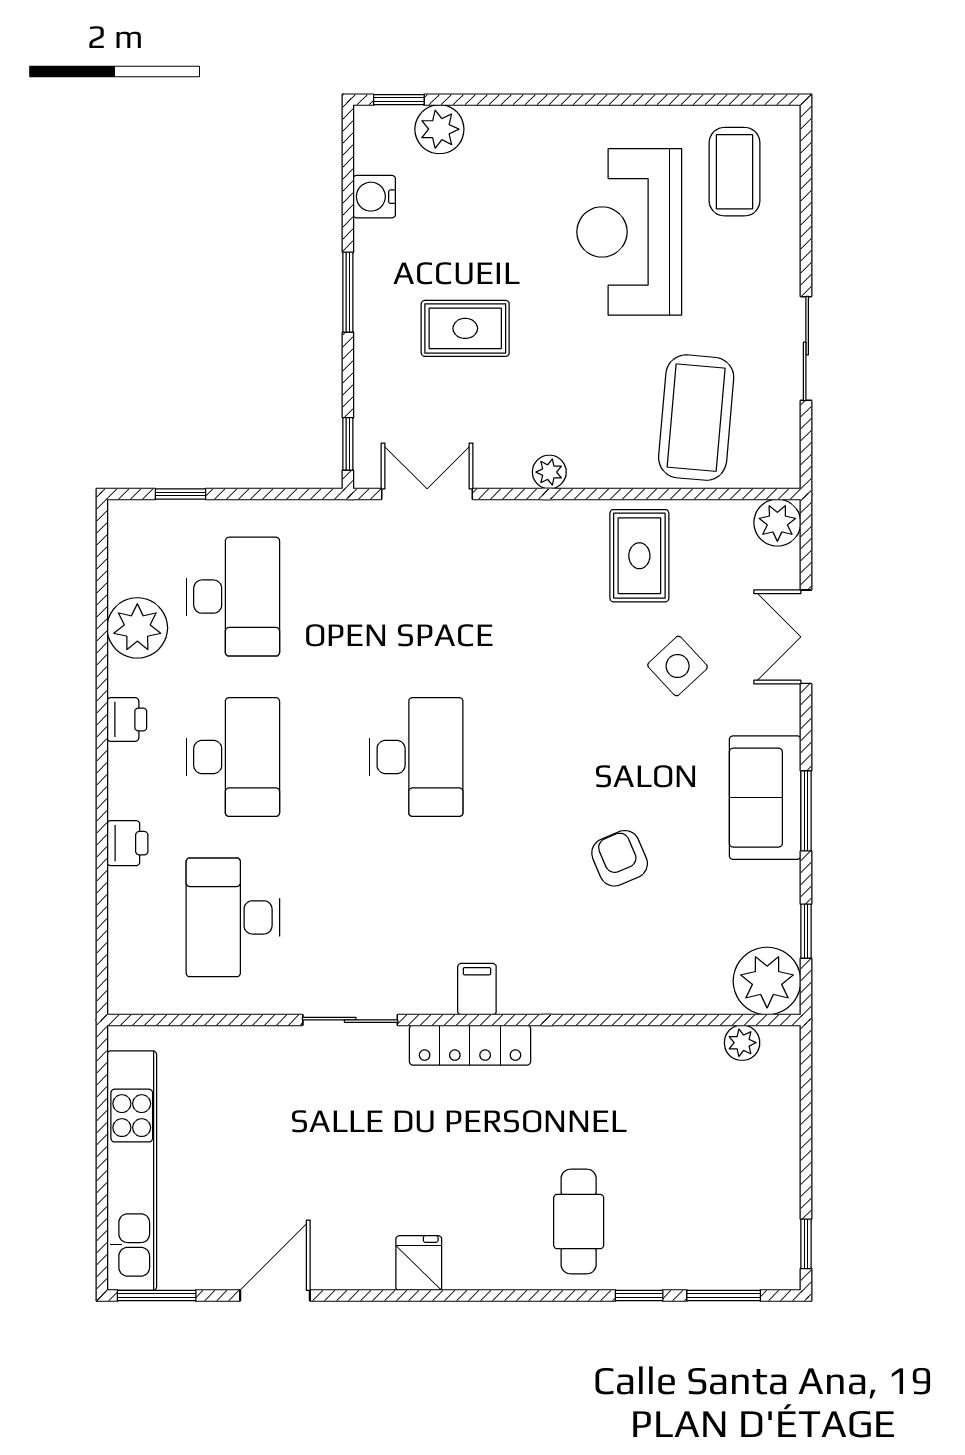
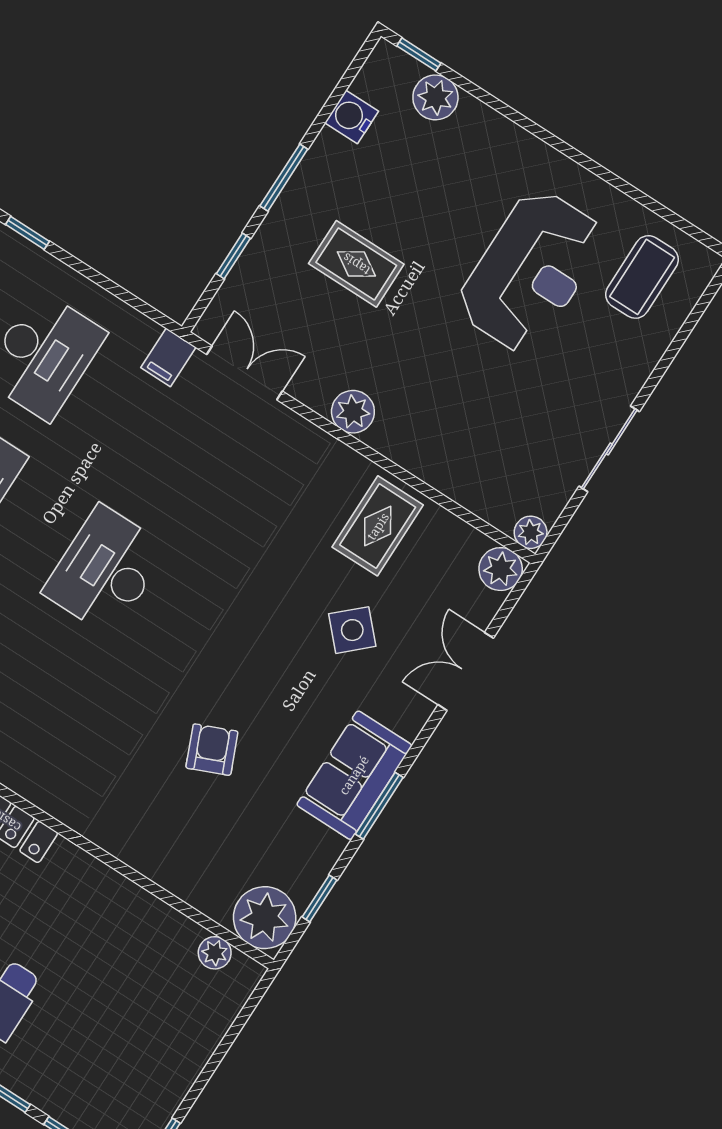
reception desk: (629, 232) -> (531, 271), turned 180
coffee table: (696, 418) -> (490, 448), removed
window: (348, 444) -> (233, 256), moved
plant: (783, 471) -> (531, 532), added
plant: (549, 472) -> (353, 412), width x1.38, depth x1.38
window: (180, 494) -> (27, 233), moved
desk: (416, 757) -> (105, 570), turned 180
filing cabinet: (477, 989) -> (168, 357), moved, turned 180

